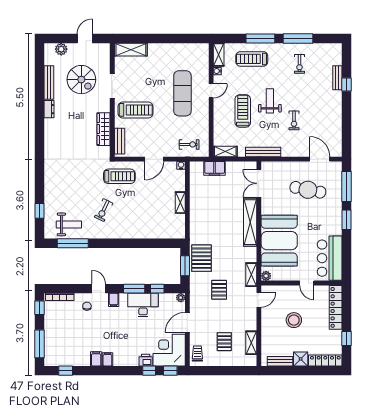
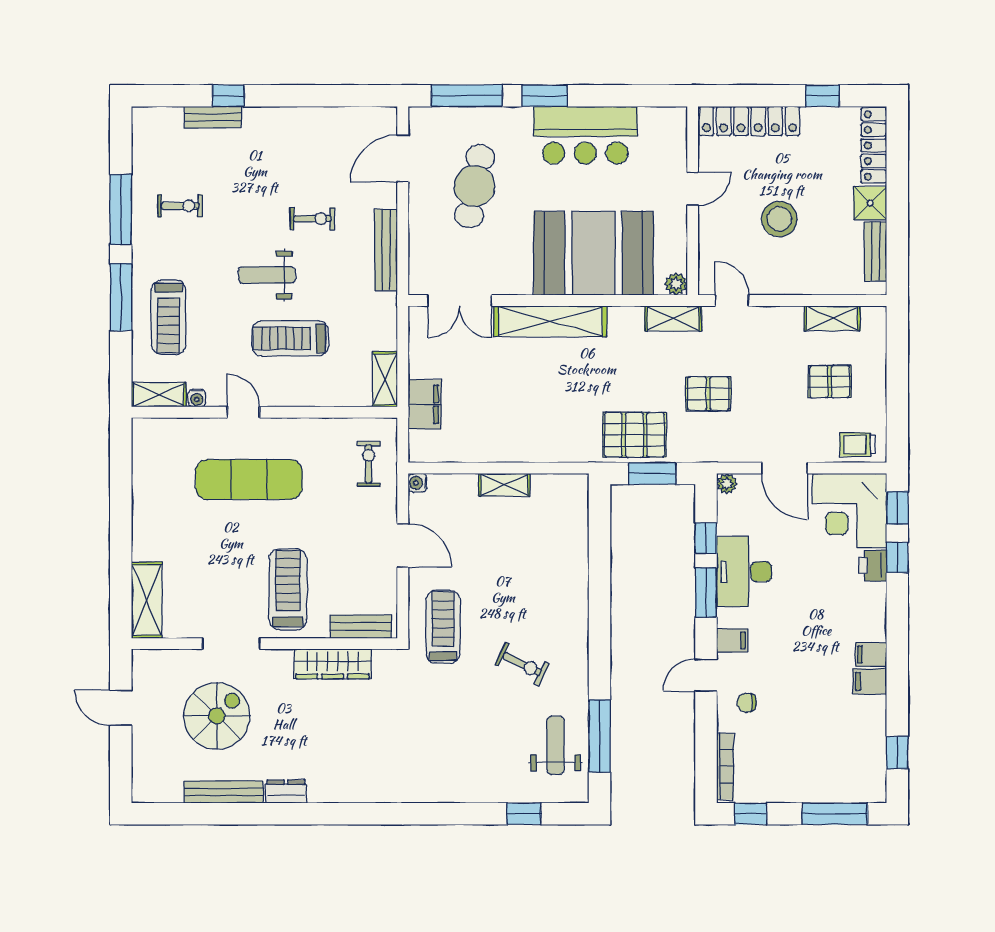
plant: (61, 49) -> (146, 763), removed
bench: (263, 152) -> (386, 250), moved
bar counter: (330, 258) -> (585, 135), moved

